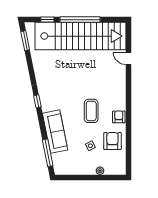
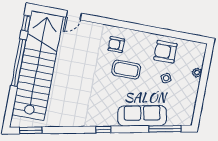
window: (47, 20) -> (26, 23), moved
armchair: (119, 117) -> (116, 45), moved

